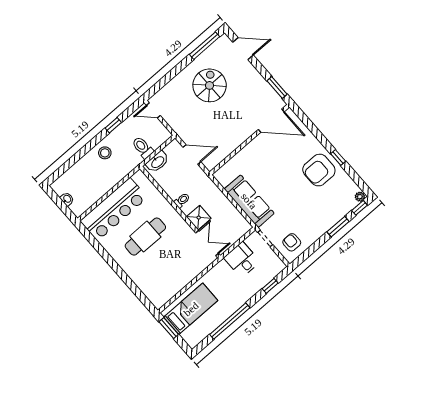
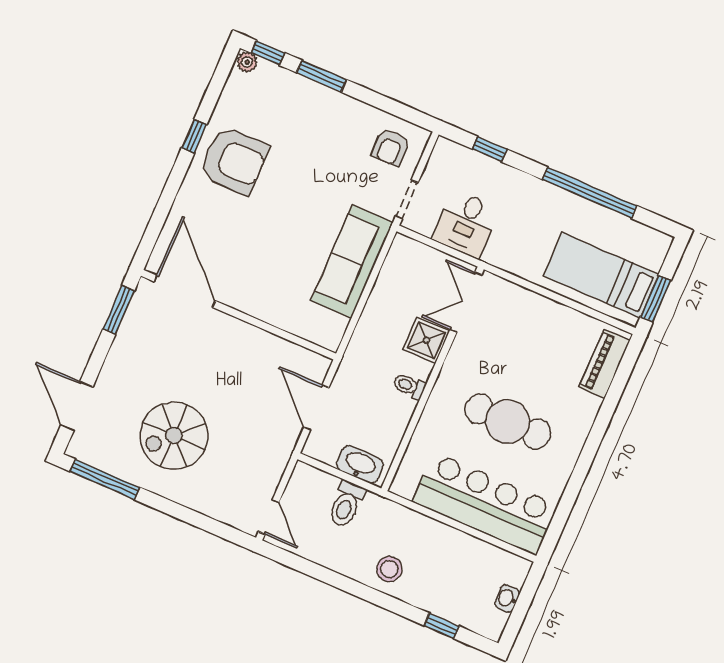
window: (113, 125) -> (442, 626), moved
piano: (151, 292) -> (605, 364), added

